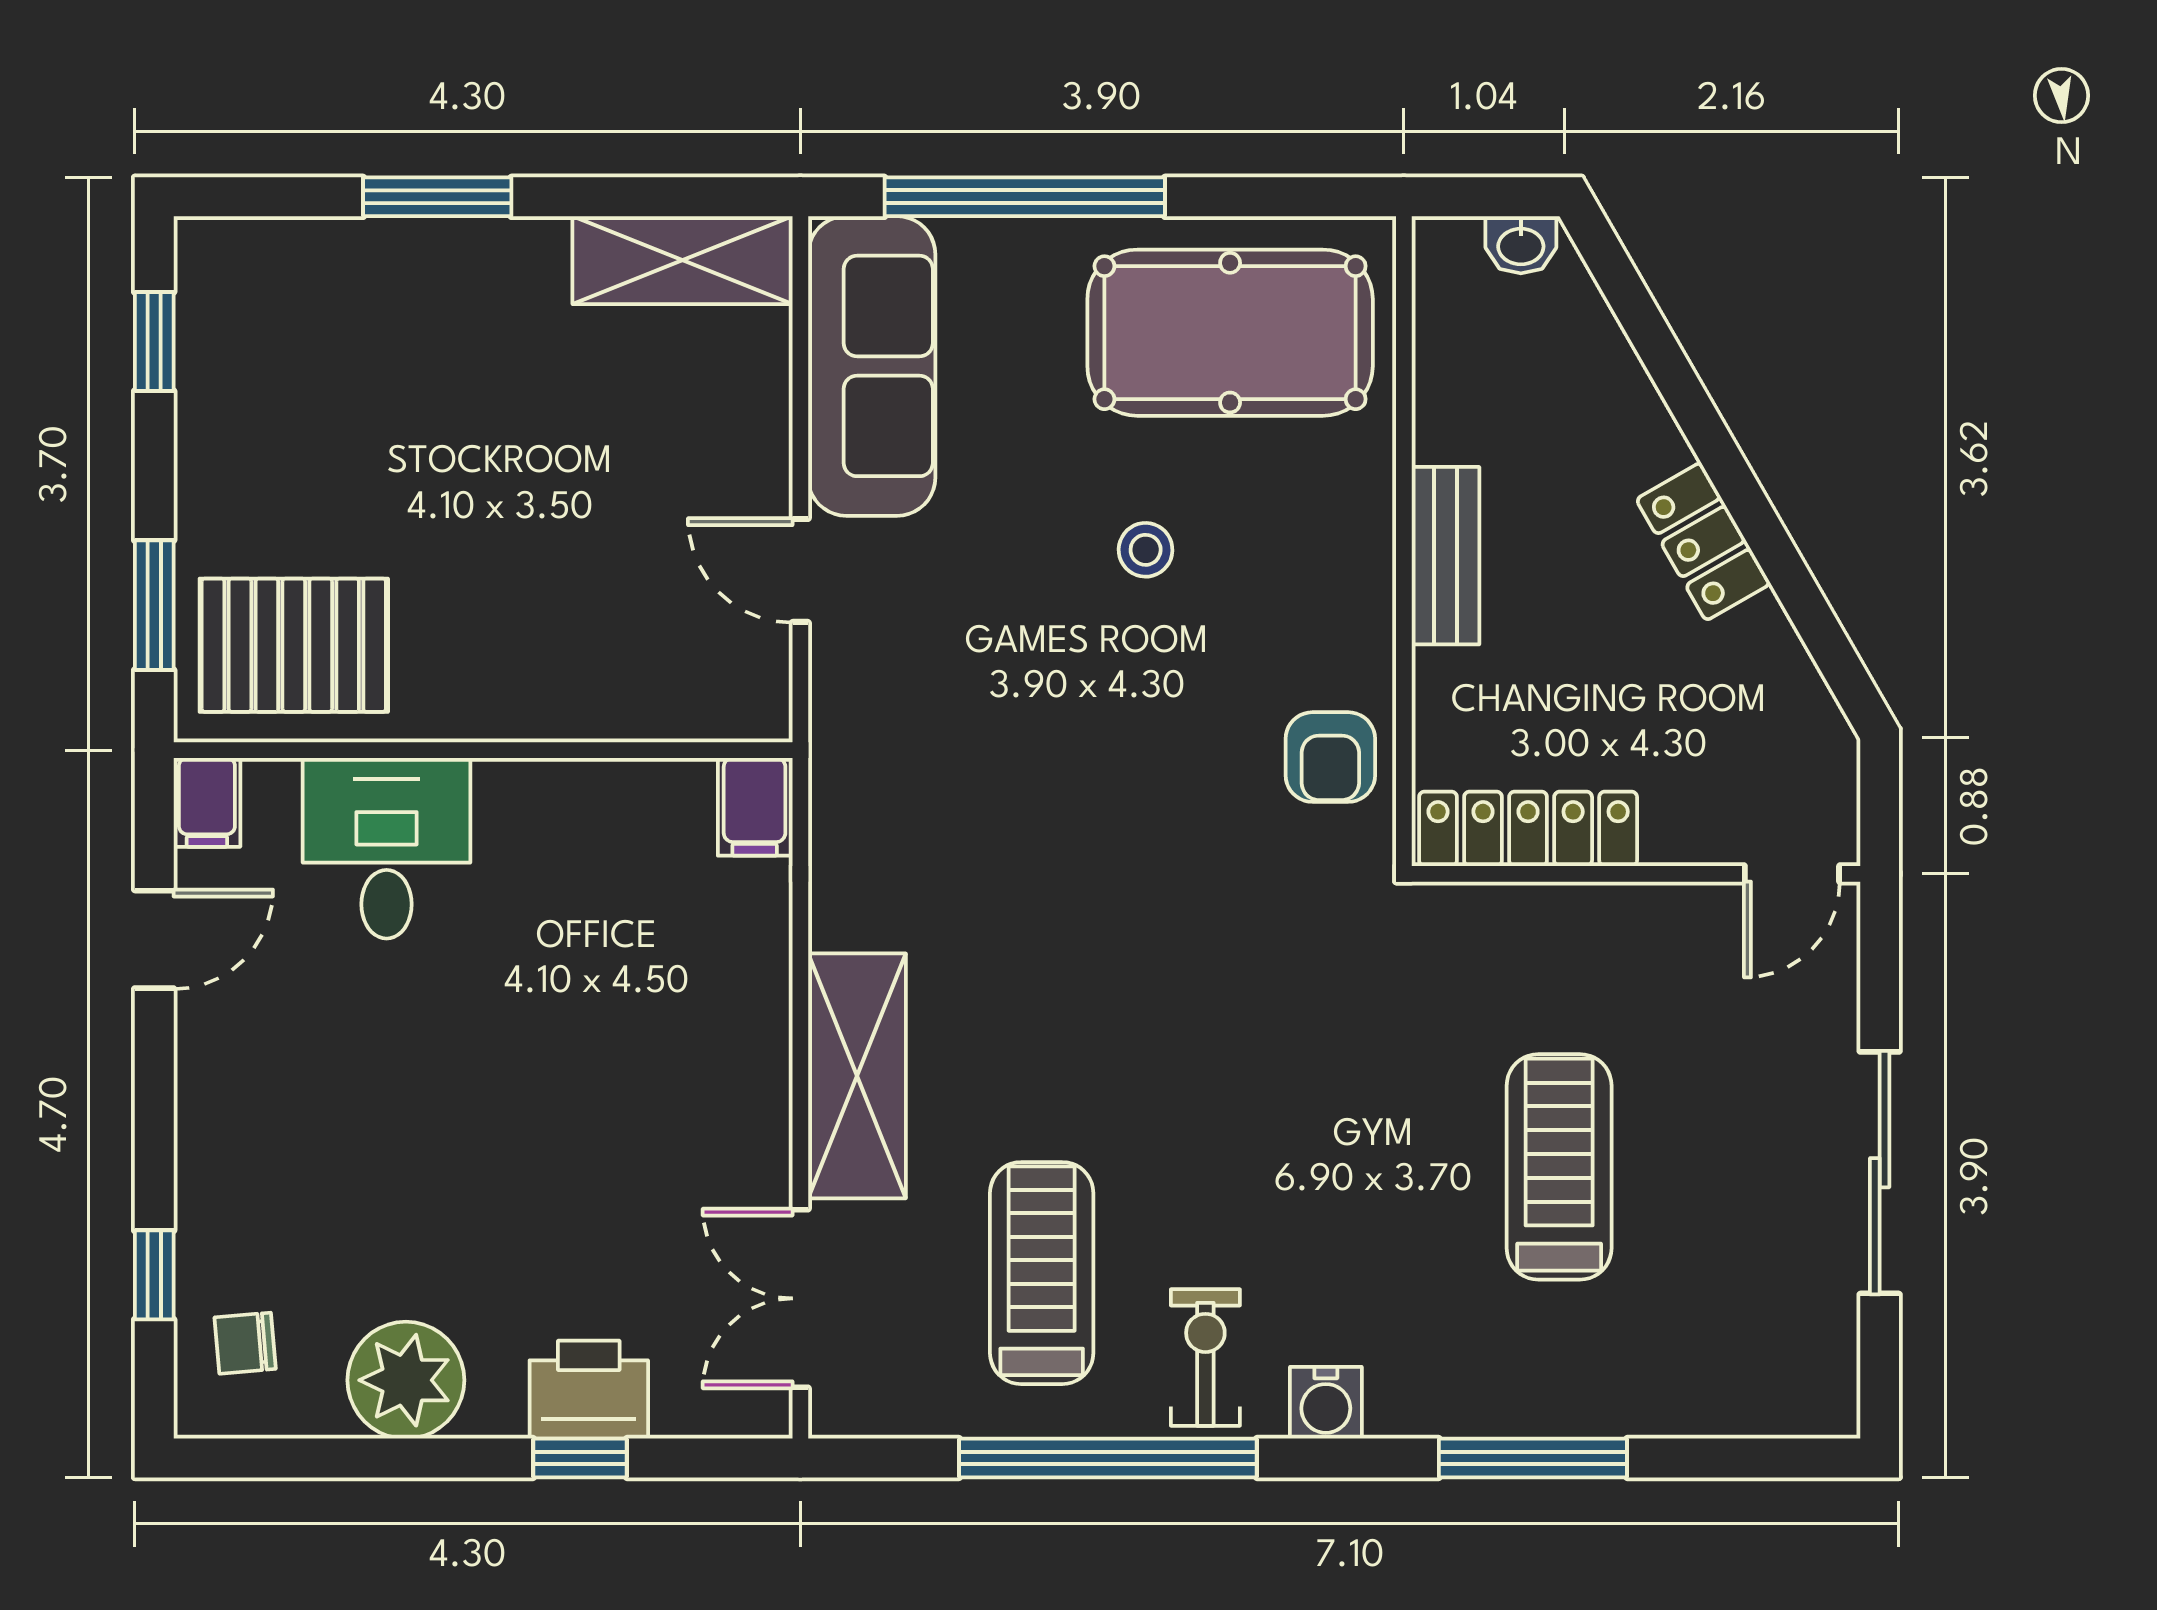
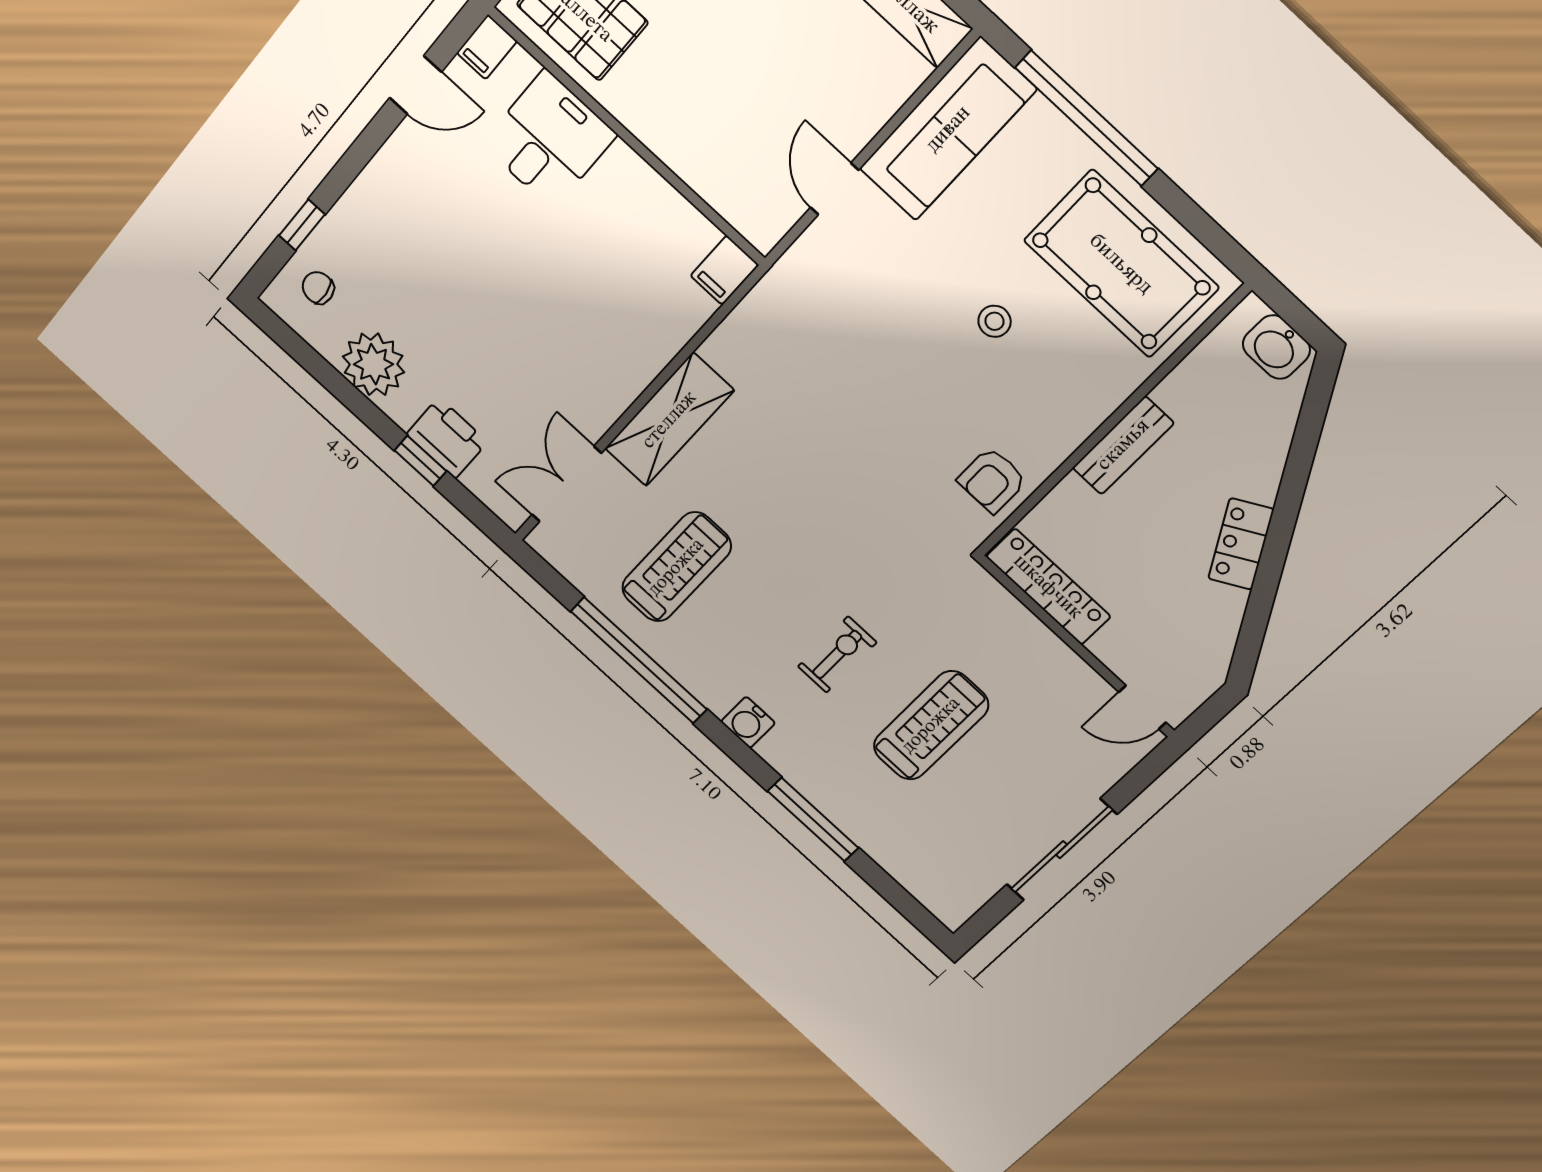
washbasin: (1521, 245) -> (1276, 347), width x1.38, depth x1.45
exercise bike: (1205, 1358) -> (837, 654), moved

